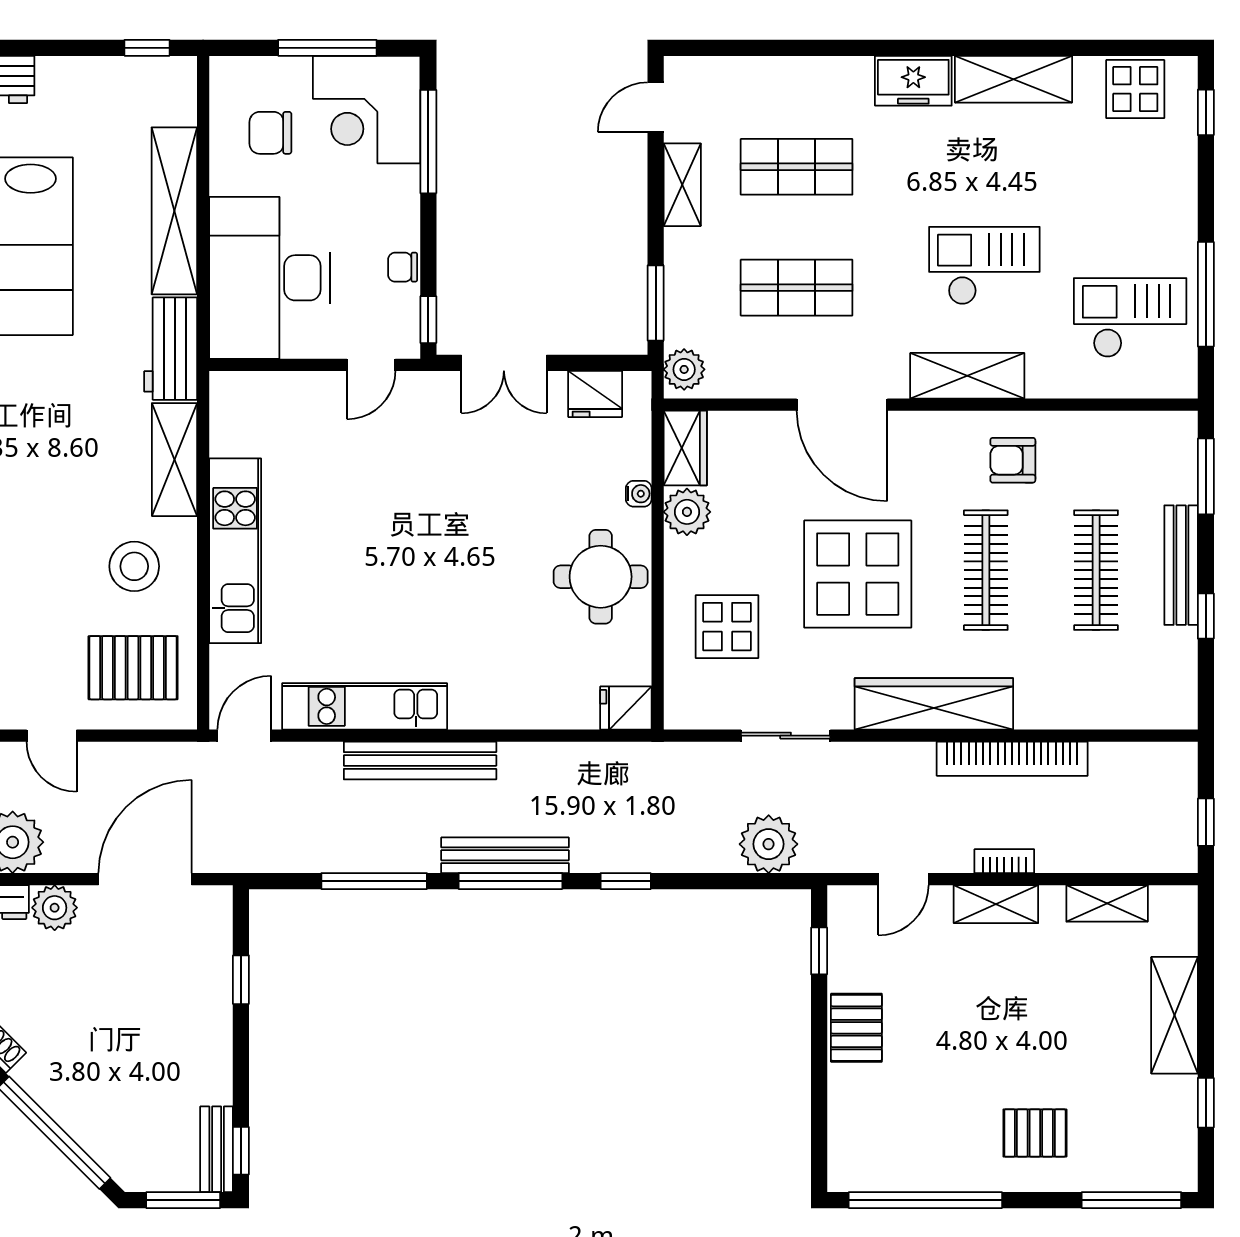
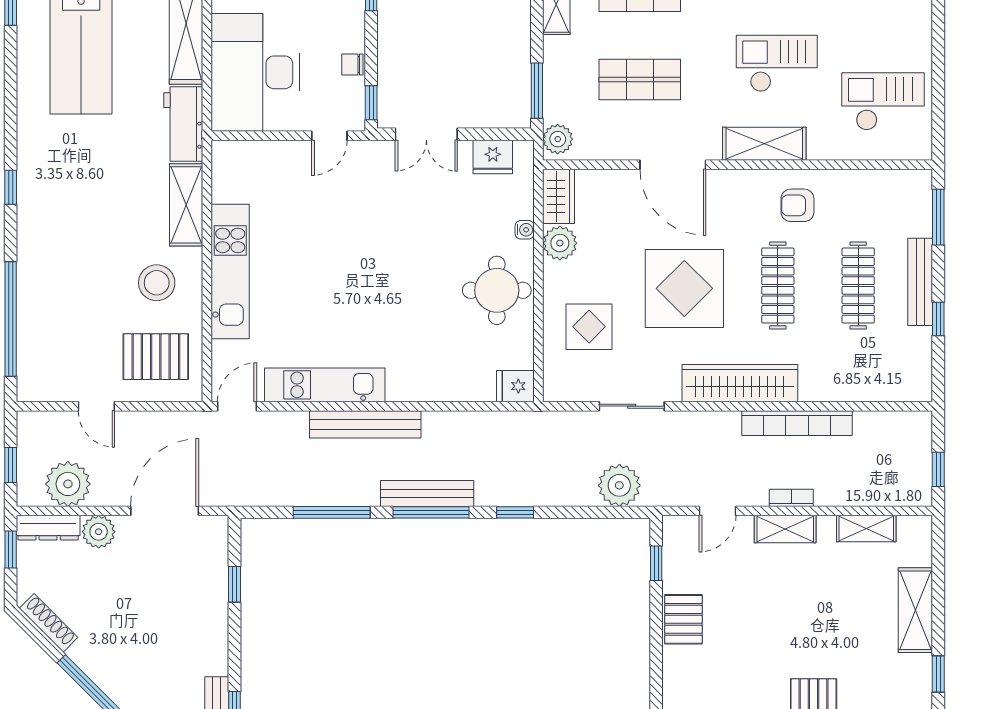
window: (1206, 294) -> (938, 84), removed

